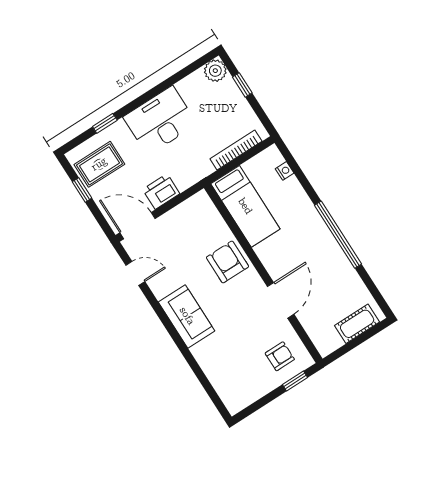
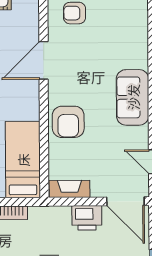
fireplace: (191, 206) -> (70, 189), added

